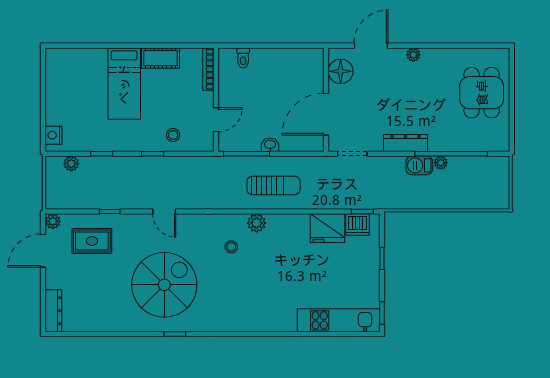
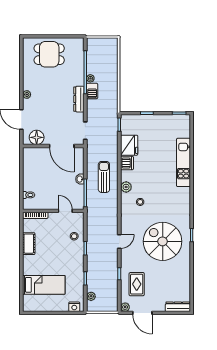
bed: (124, 84) -> (44, 285), moved
dishwasher: (358, 225) -> (127, 163), moved
kitchen unit: (339, 320) -> (183, 162), moved

